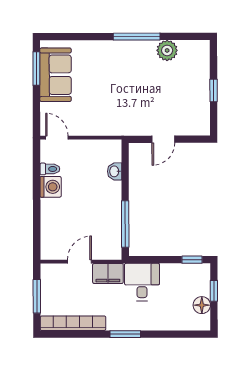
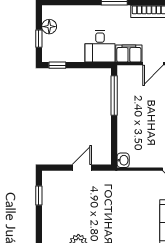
window: (214, 90) -> (39, 195), moved
washbasin: (115, 171) -> (123, 160), moved

